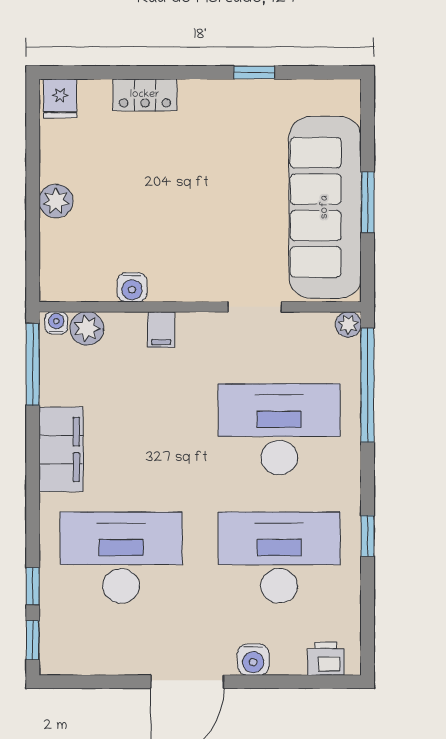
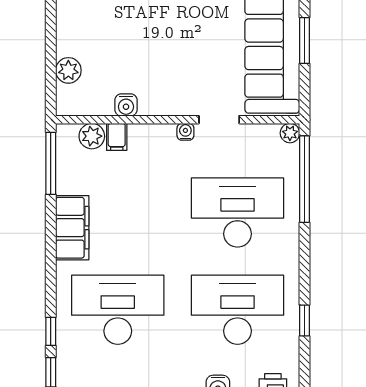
plant: (56, 201) -> (68, 70), moved
water cooler: (56, 323) -> (185, 132), moved
filing cabinet: (161, 329) -> (117, 137), moved
window: (368, 536) -> (305, 321), moved

